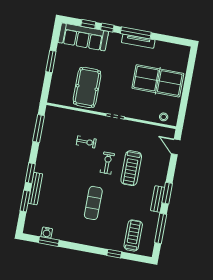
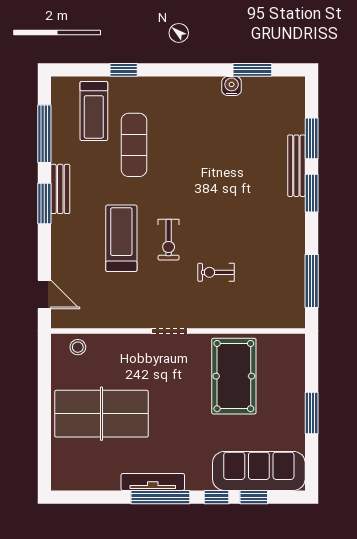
exercise mat: (93, 203) -> (134, 145), moved
water cooler: (47, 233) -> (232, 86), moved

